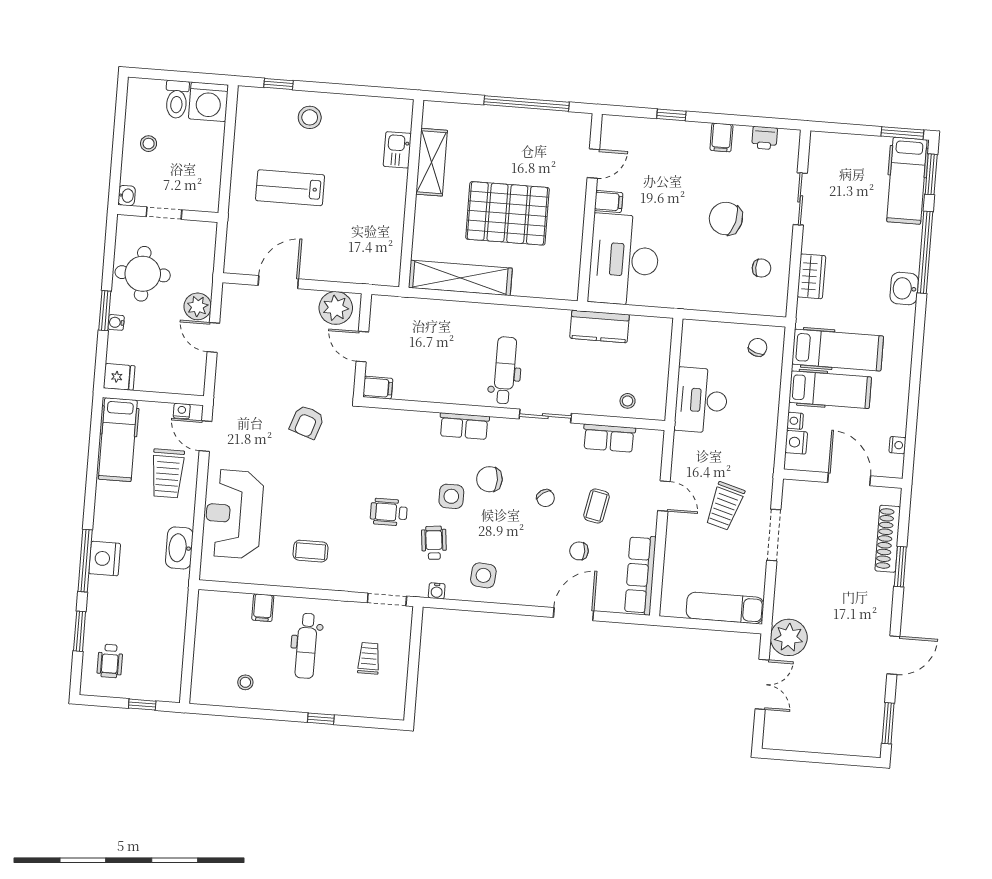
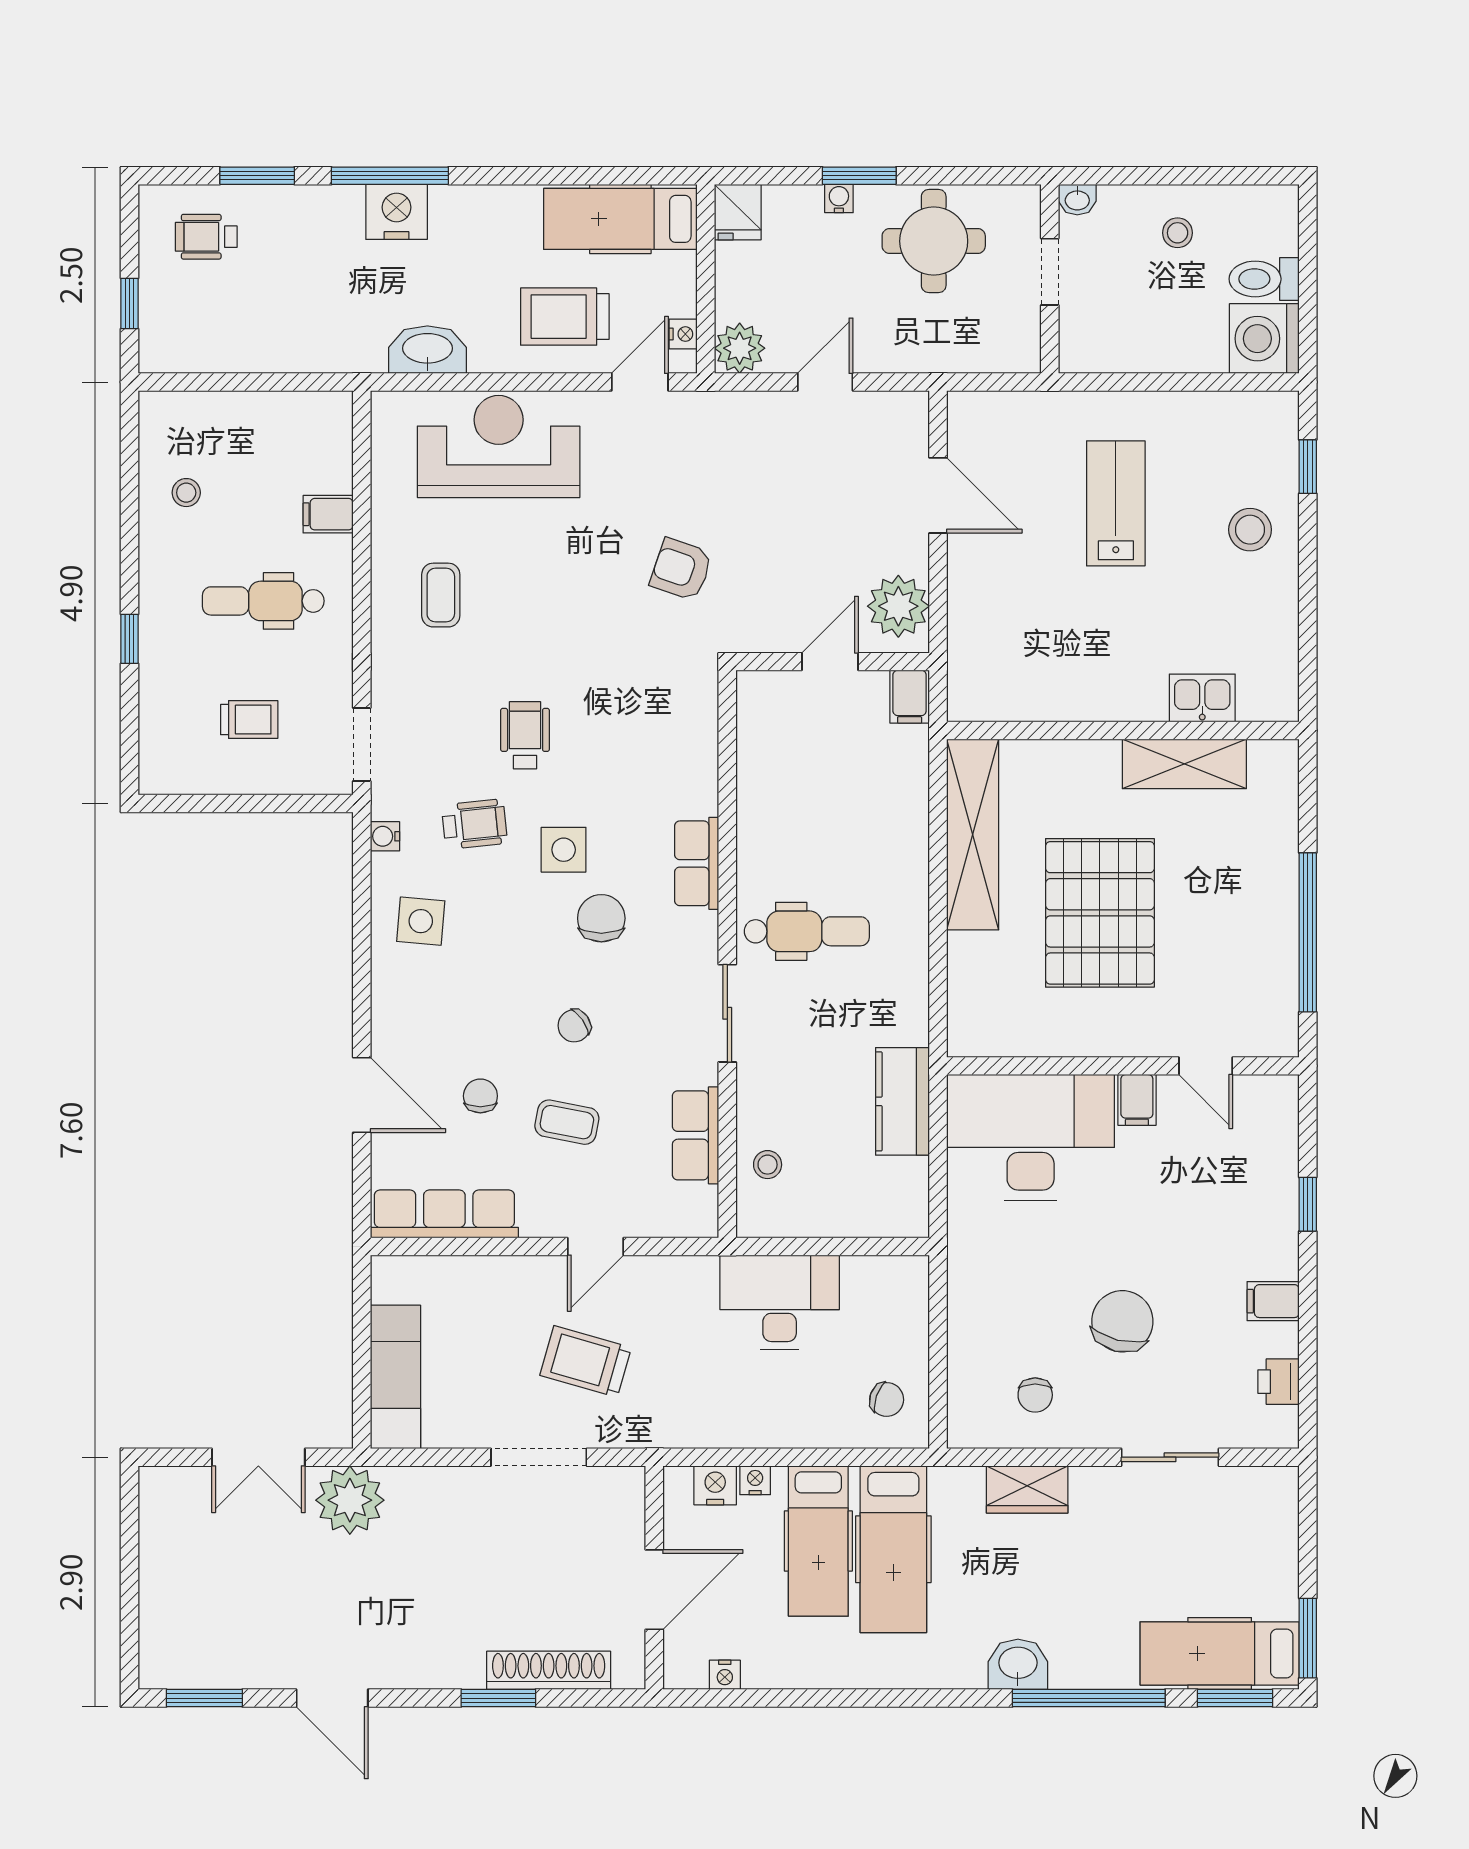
plant: (198, 306) -> (740, 348), moved
filing cabinet: (378, 388) -> (910, 697), moved

